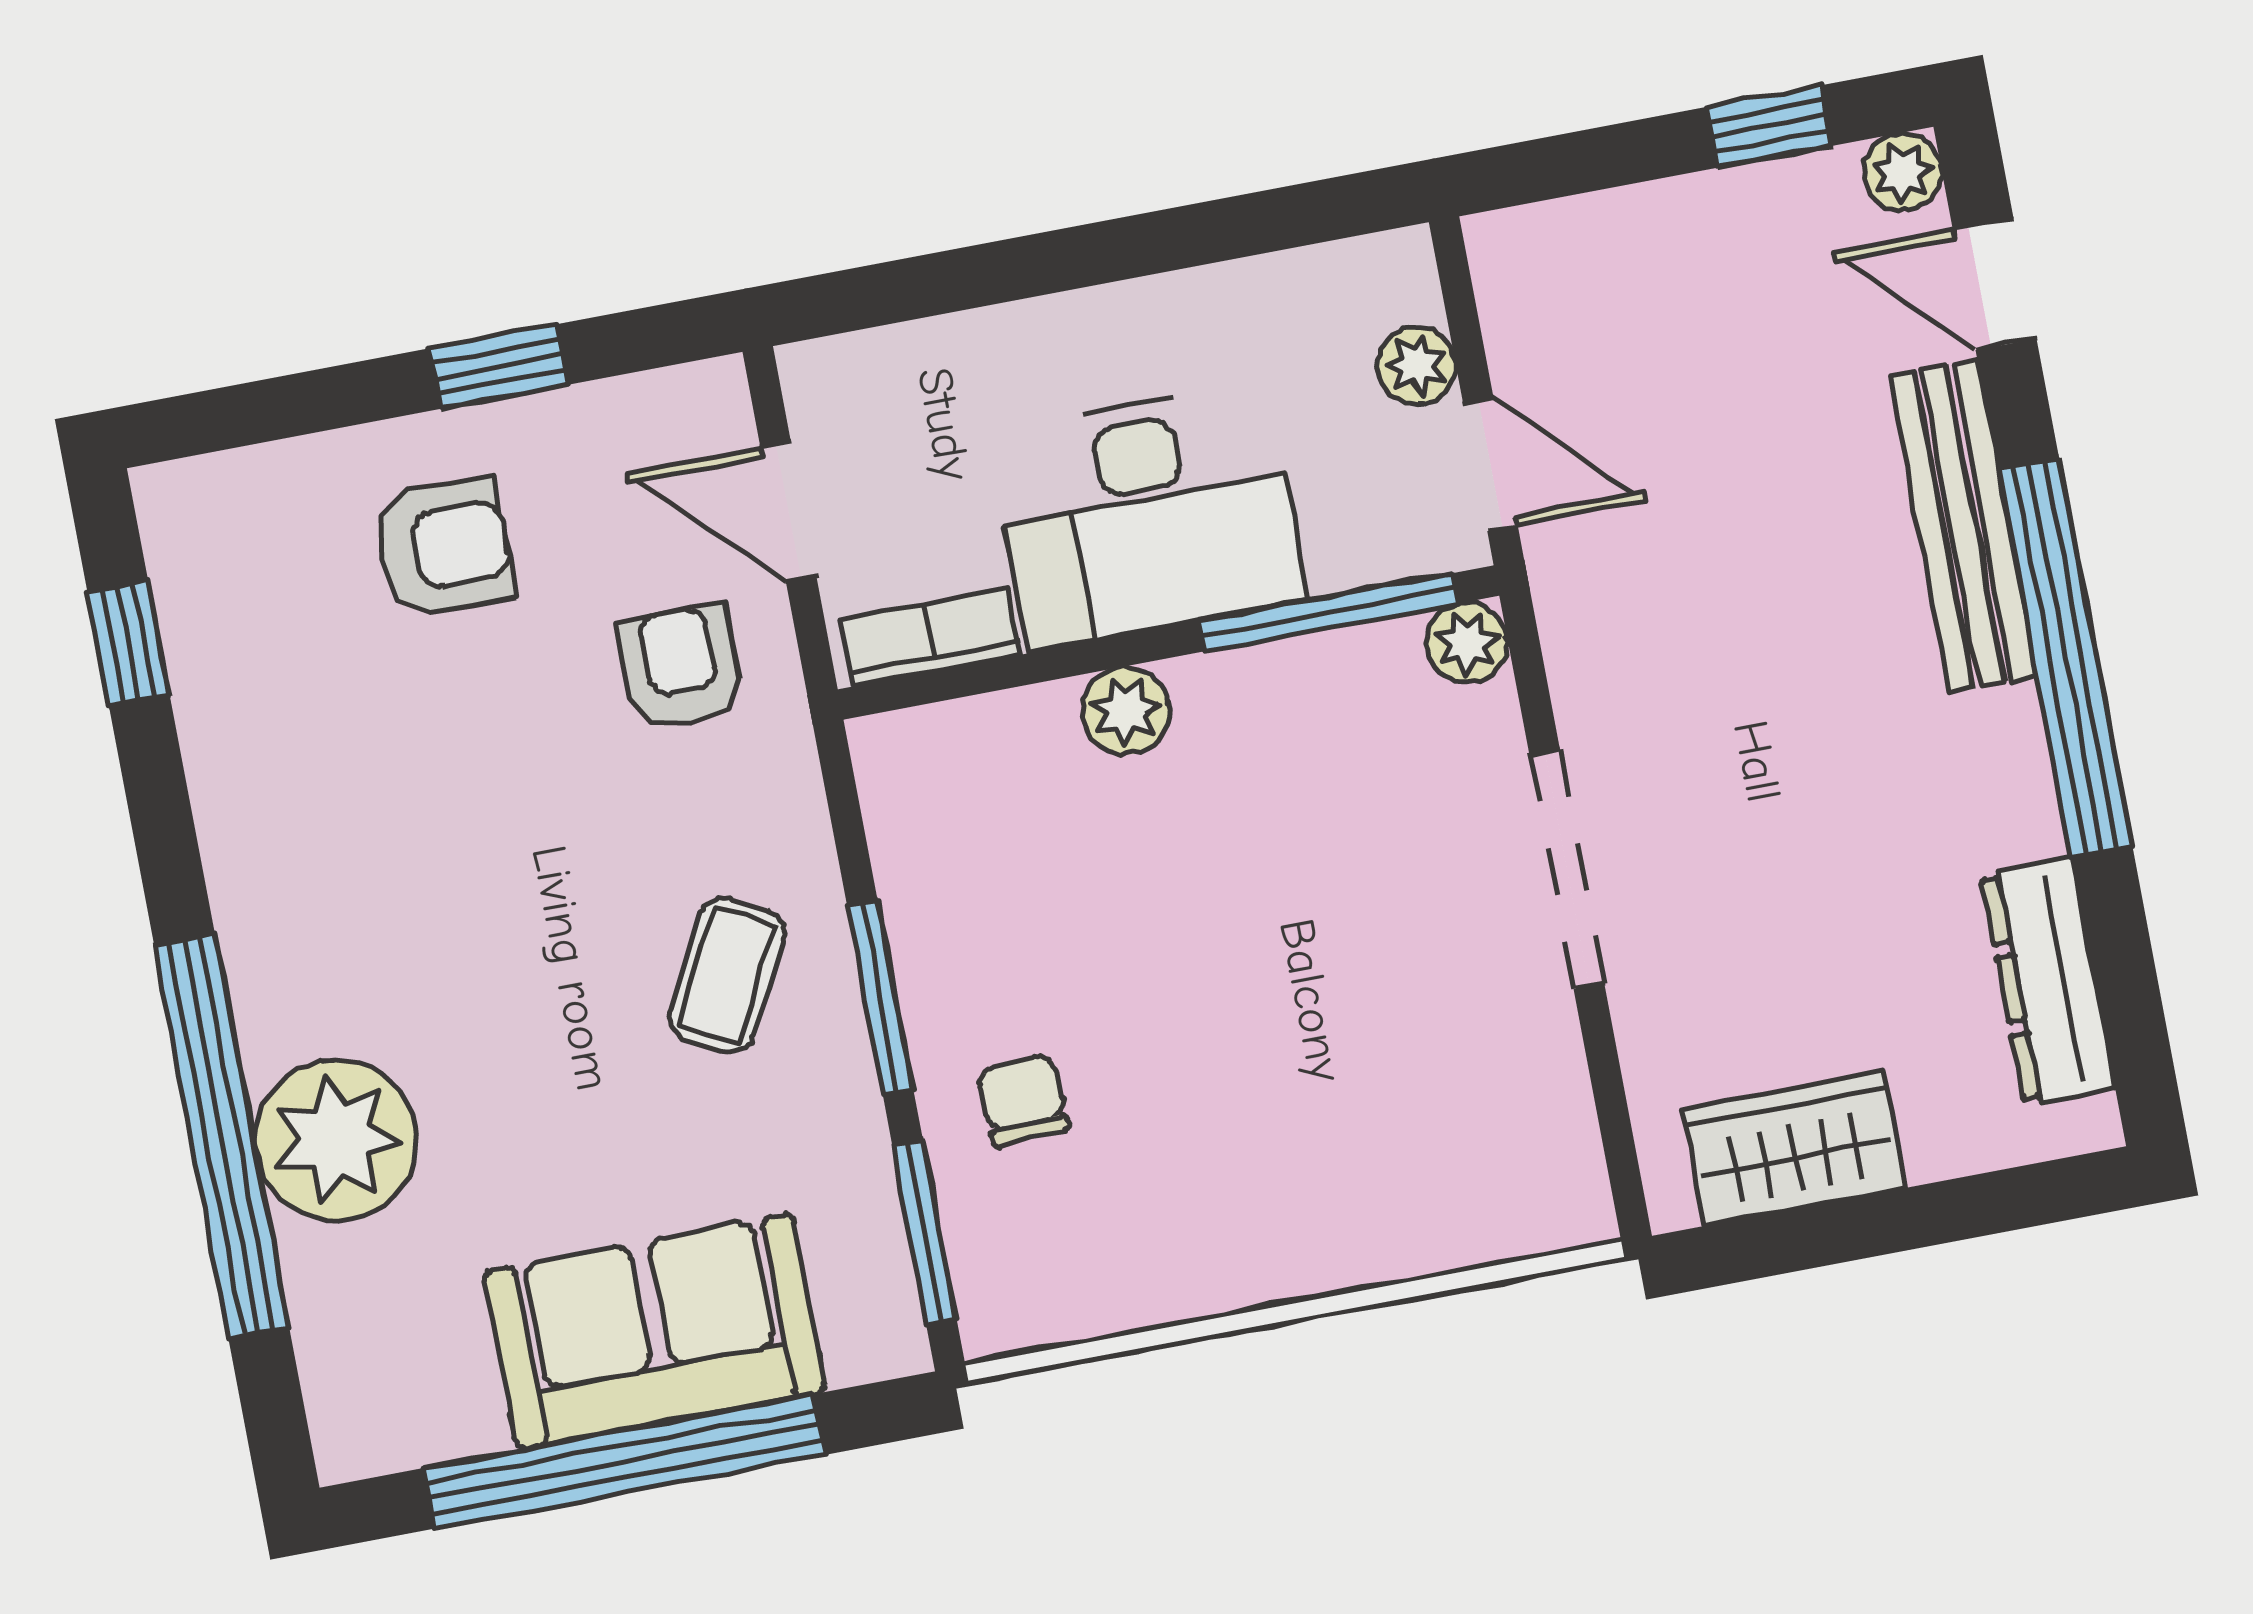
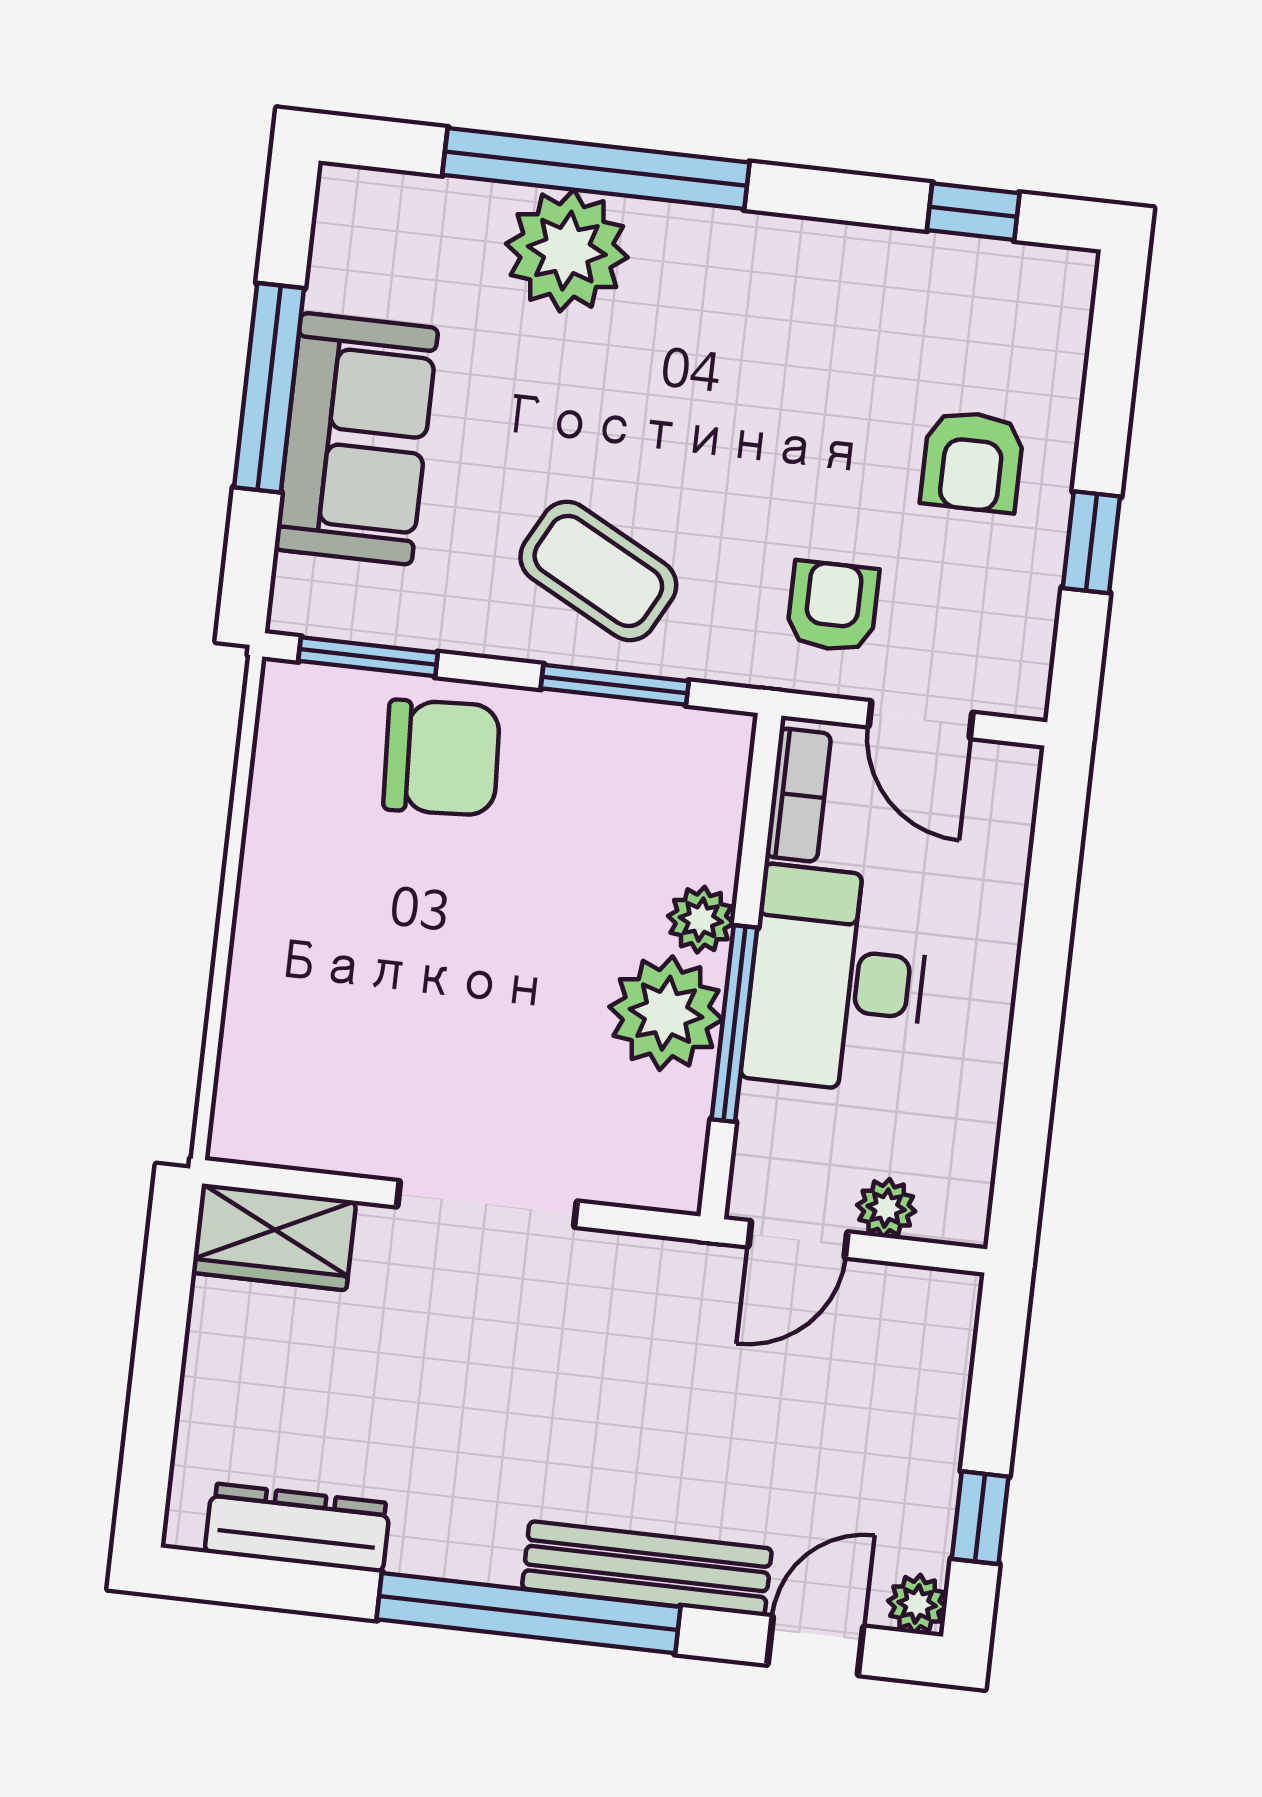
door: (789, 512) -> (920, 720), swing flipped
window: (1329, 612) -> (734, 1023), moved
plant: (1467, 643) -> (666, 1013), moved, width x1.87, depth x1.87
armchair: (680, 667) -> (833, 607), turned -90
coffee table: (727, 976) -> (598, 571), width x1.36, depth x1.30
window: (880, 997) -> (615, 685), moved
chair: (1023, 1100) -> (442, 758), width x1.87, depth x1.87
wardrobe: (1794, 1149) -> (274, 1237), moved, turned 90
window: (625, 1461) -> (269, 388), width x0.68

